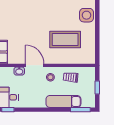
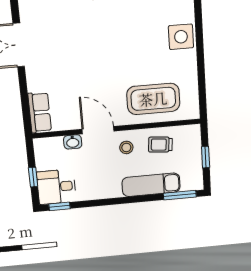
coffee table: (65, 39) -> (153, 99), moved

